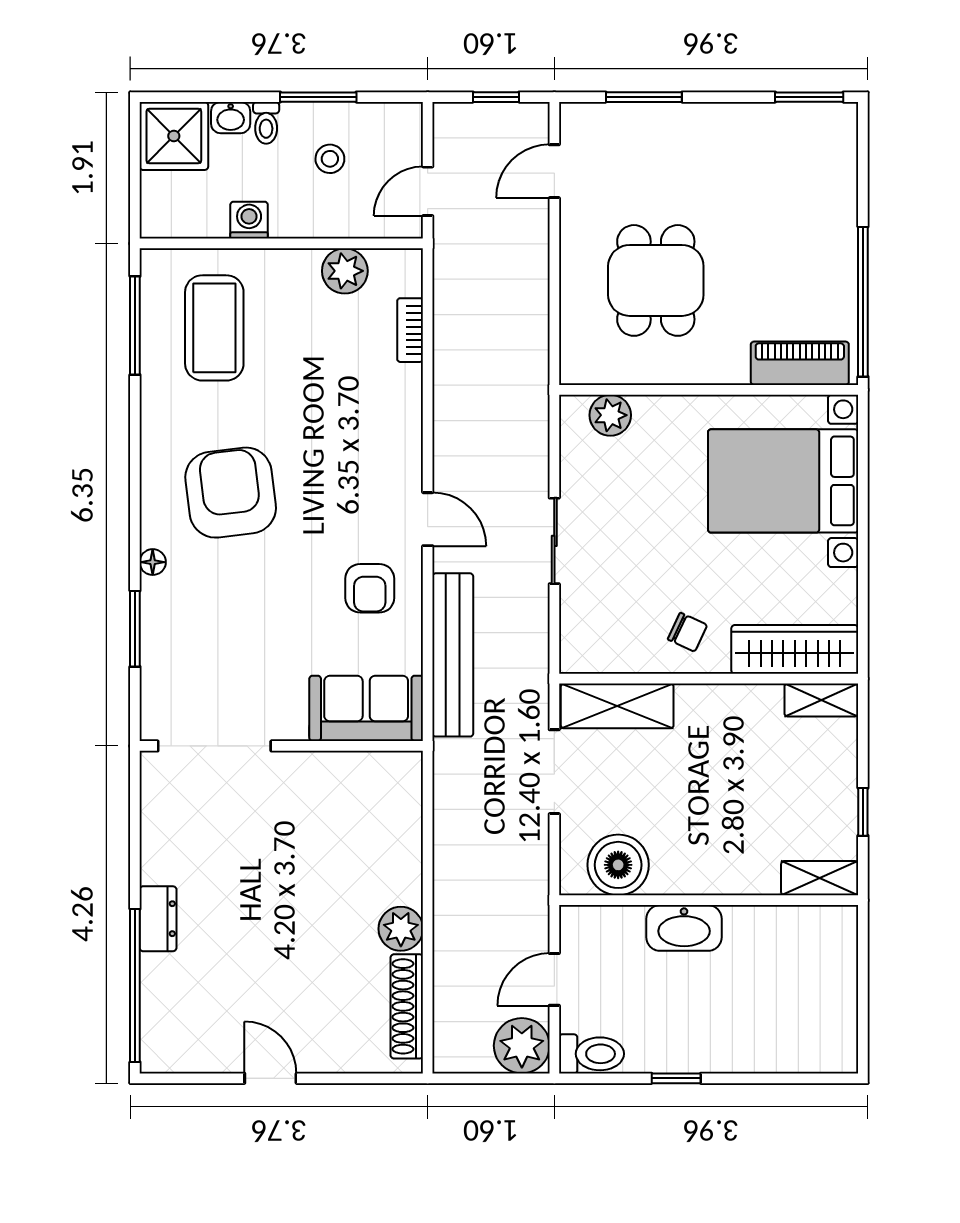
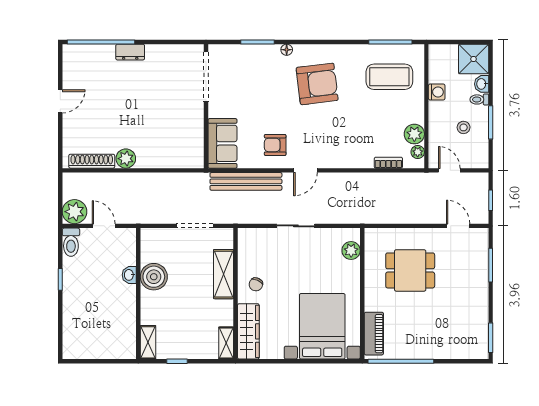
plant: (386, 263) -> (418, 152), added
shelving: (617, 706) -> (224, 274), moved
boiler: (618, 865) -> (154, 277), moved
washbasin: (684, 928) -> (129, 275), width x0.52, depth x0.69

